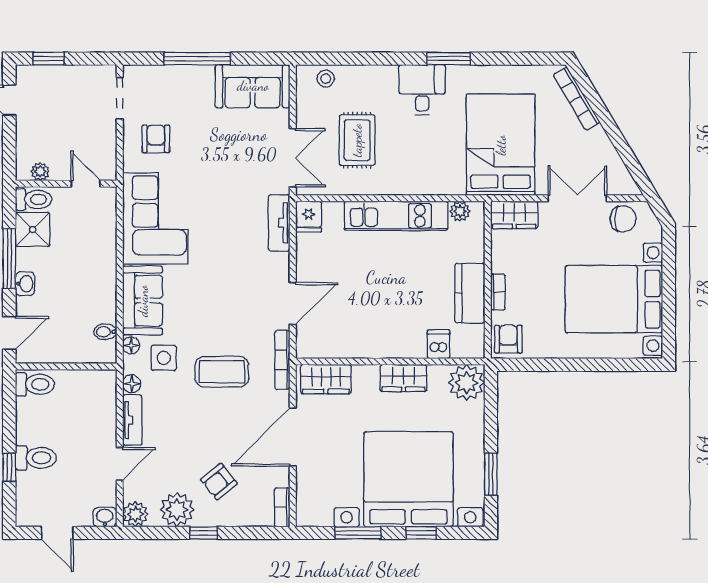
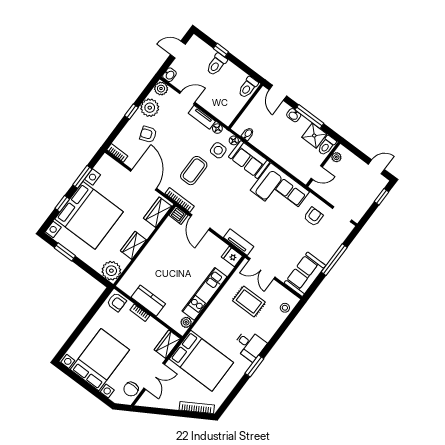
armchair: (156, 139) -> (313, 217), turned -90
dishwasher: (439, 344) -> (178, 215), moved
door: (120, 464) -> (187, 98), swing flipped
armchair: (219, 482) -> (148, 134), turned -71

